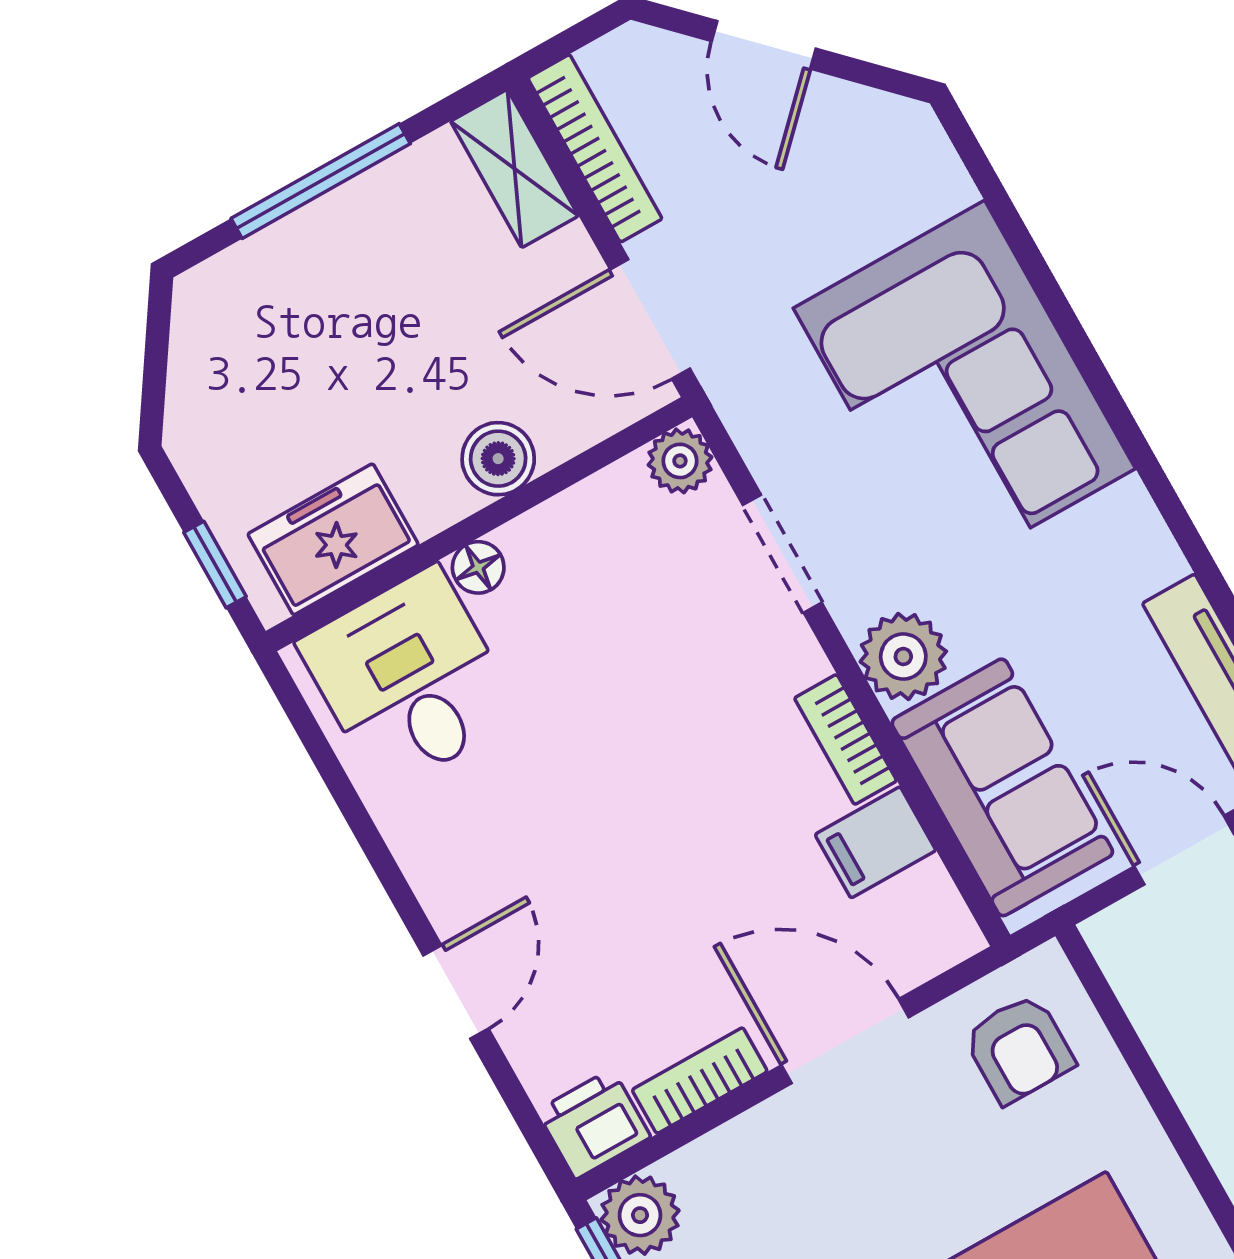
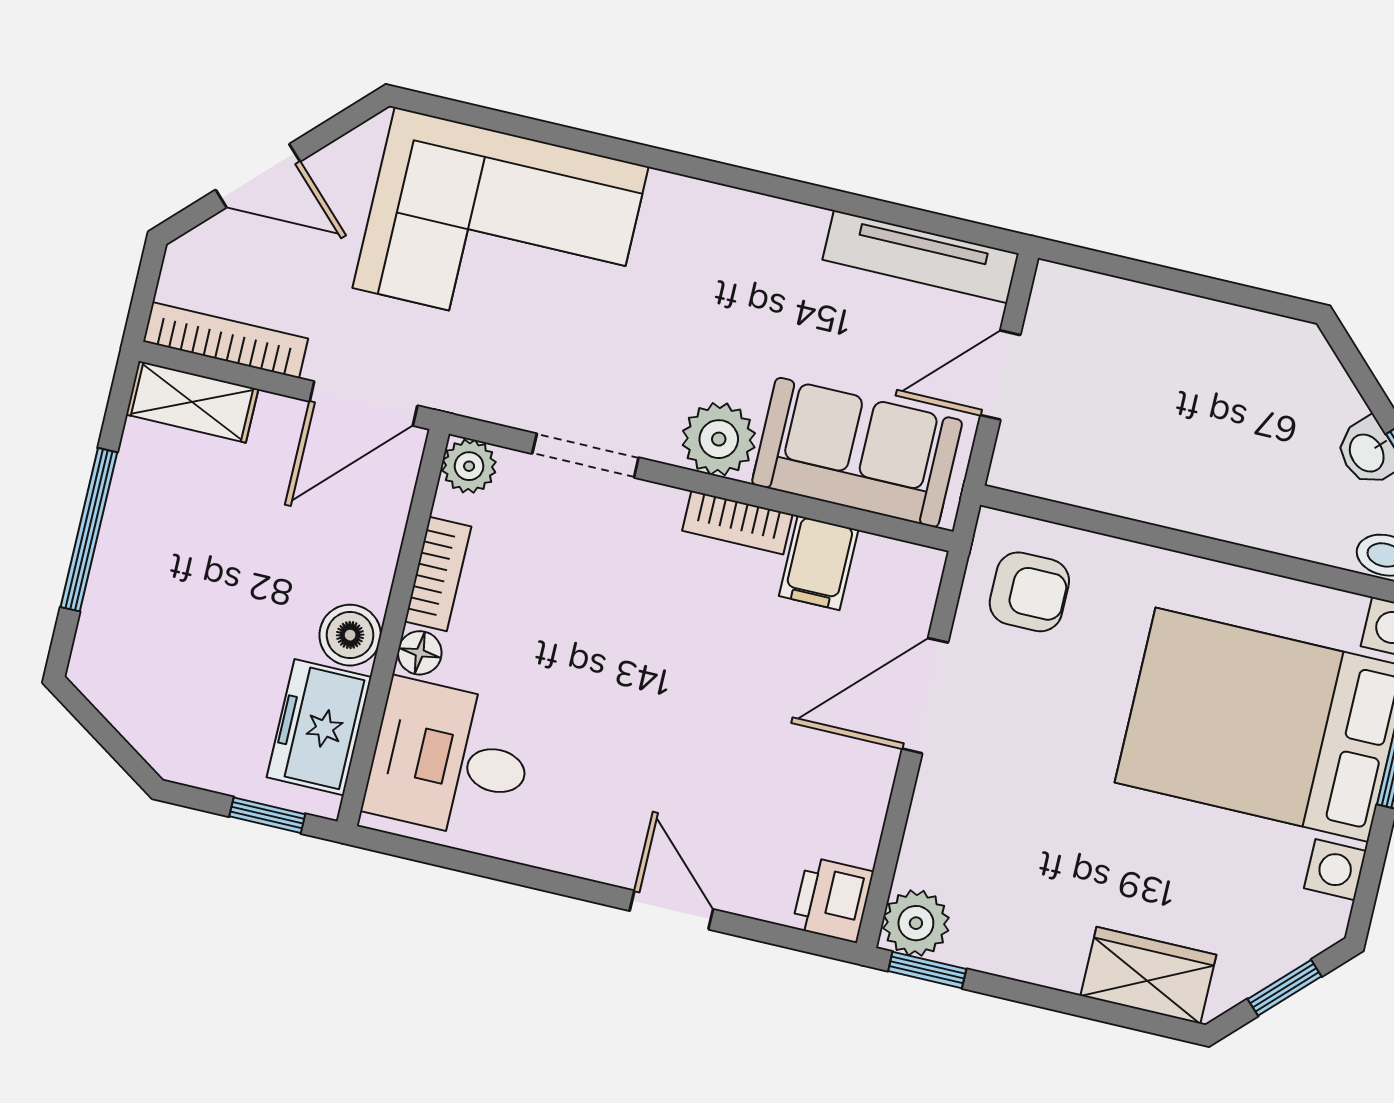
corner sofa: (964, 388) -> (501, 227), moved
boiler: (498, 459) -> (350, 635), moved
bookcase: (700, 1081) -> (438, 574), moved, turned 180

